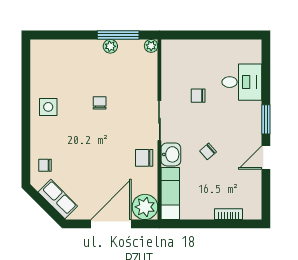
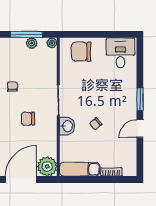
plant: (110, 46) -> (32, 43), moved
desk: (242, 82) -> (121, 53), moved, turned -90
chair: (198, 96) -> (81, 52), moved, width x1.87, depth x1.87
chair: (144, 158) -> (28, 119), moved
exam couch: (170, 194) -> (80, 169), moved, turned -90

